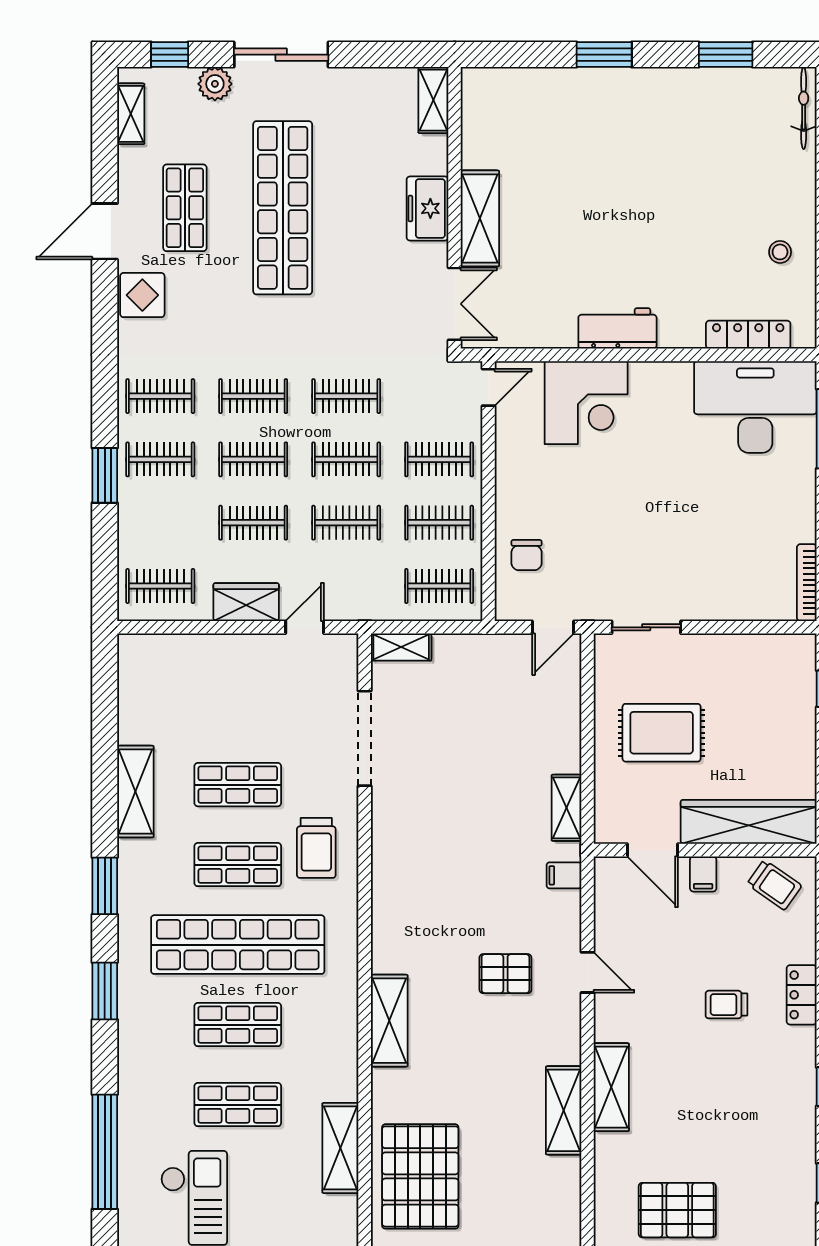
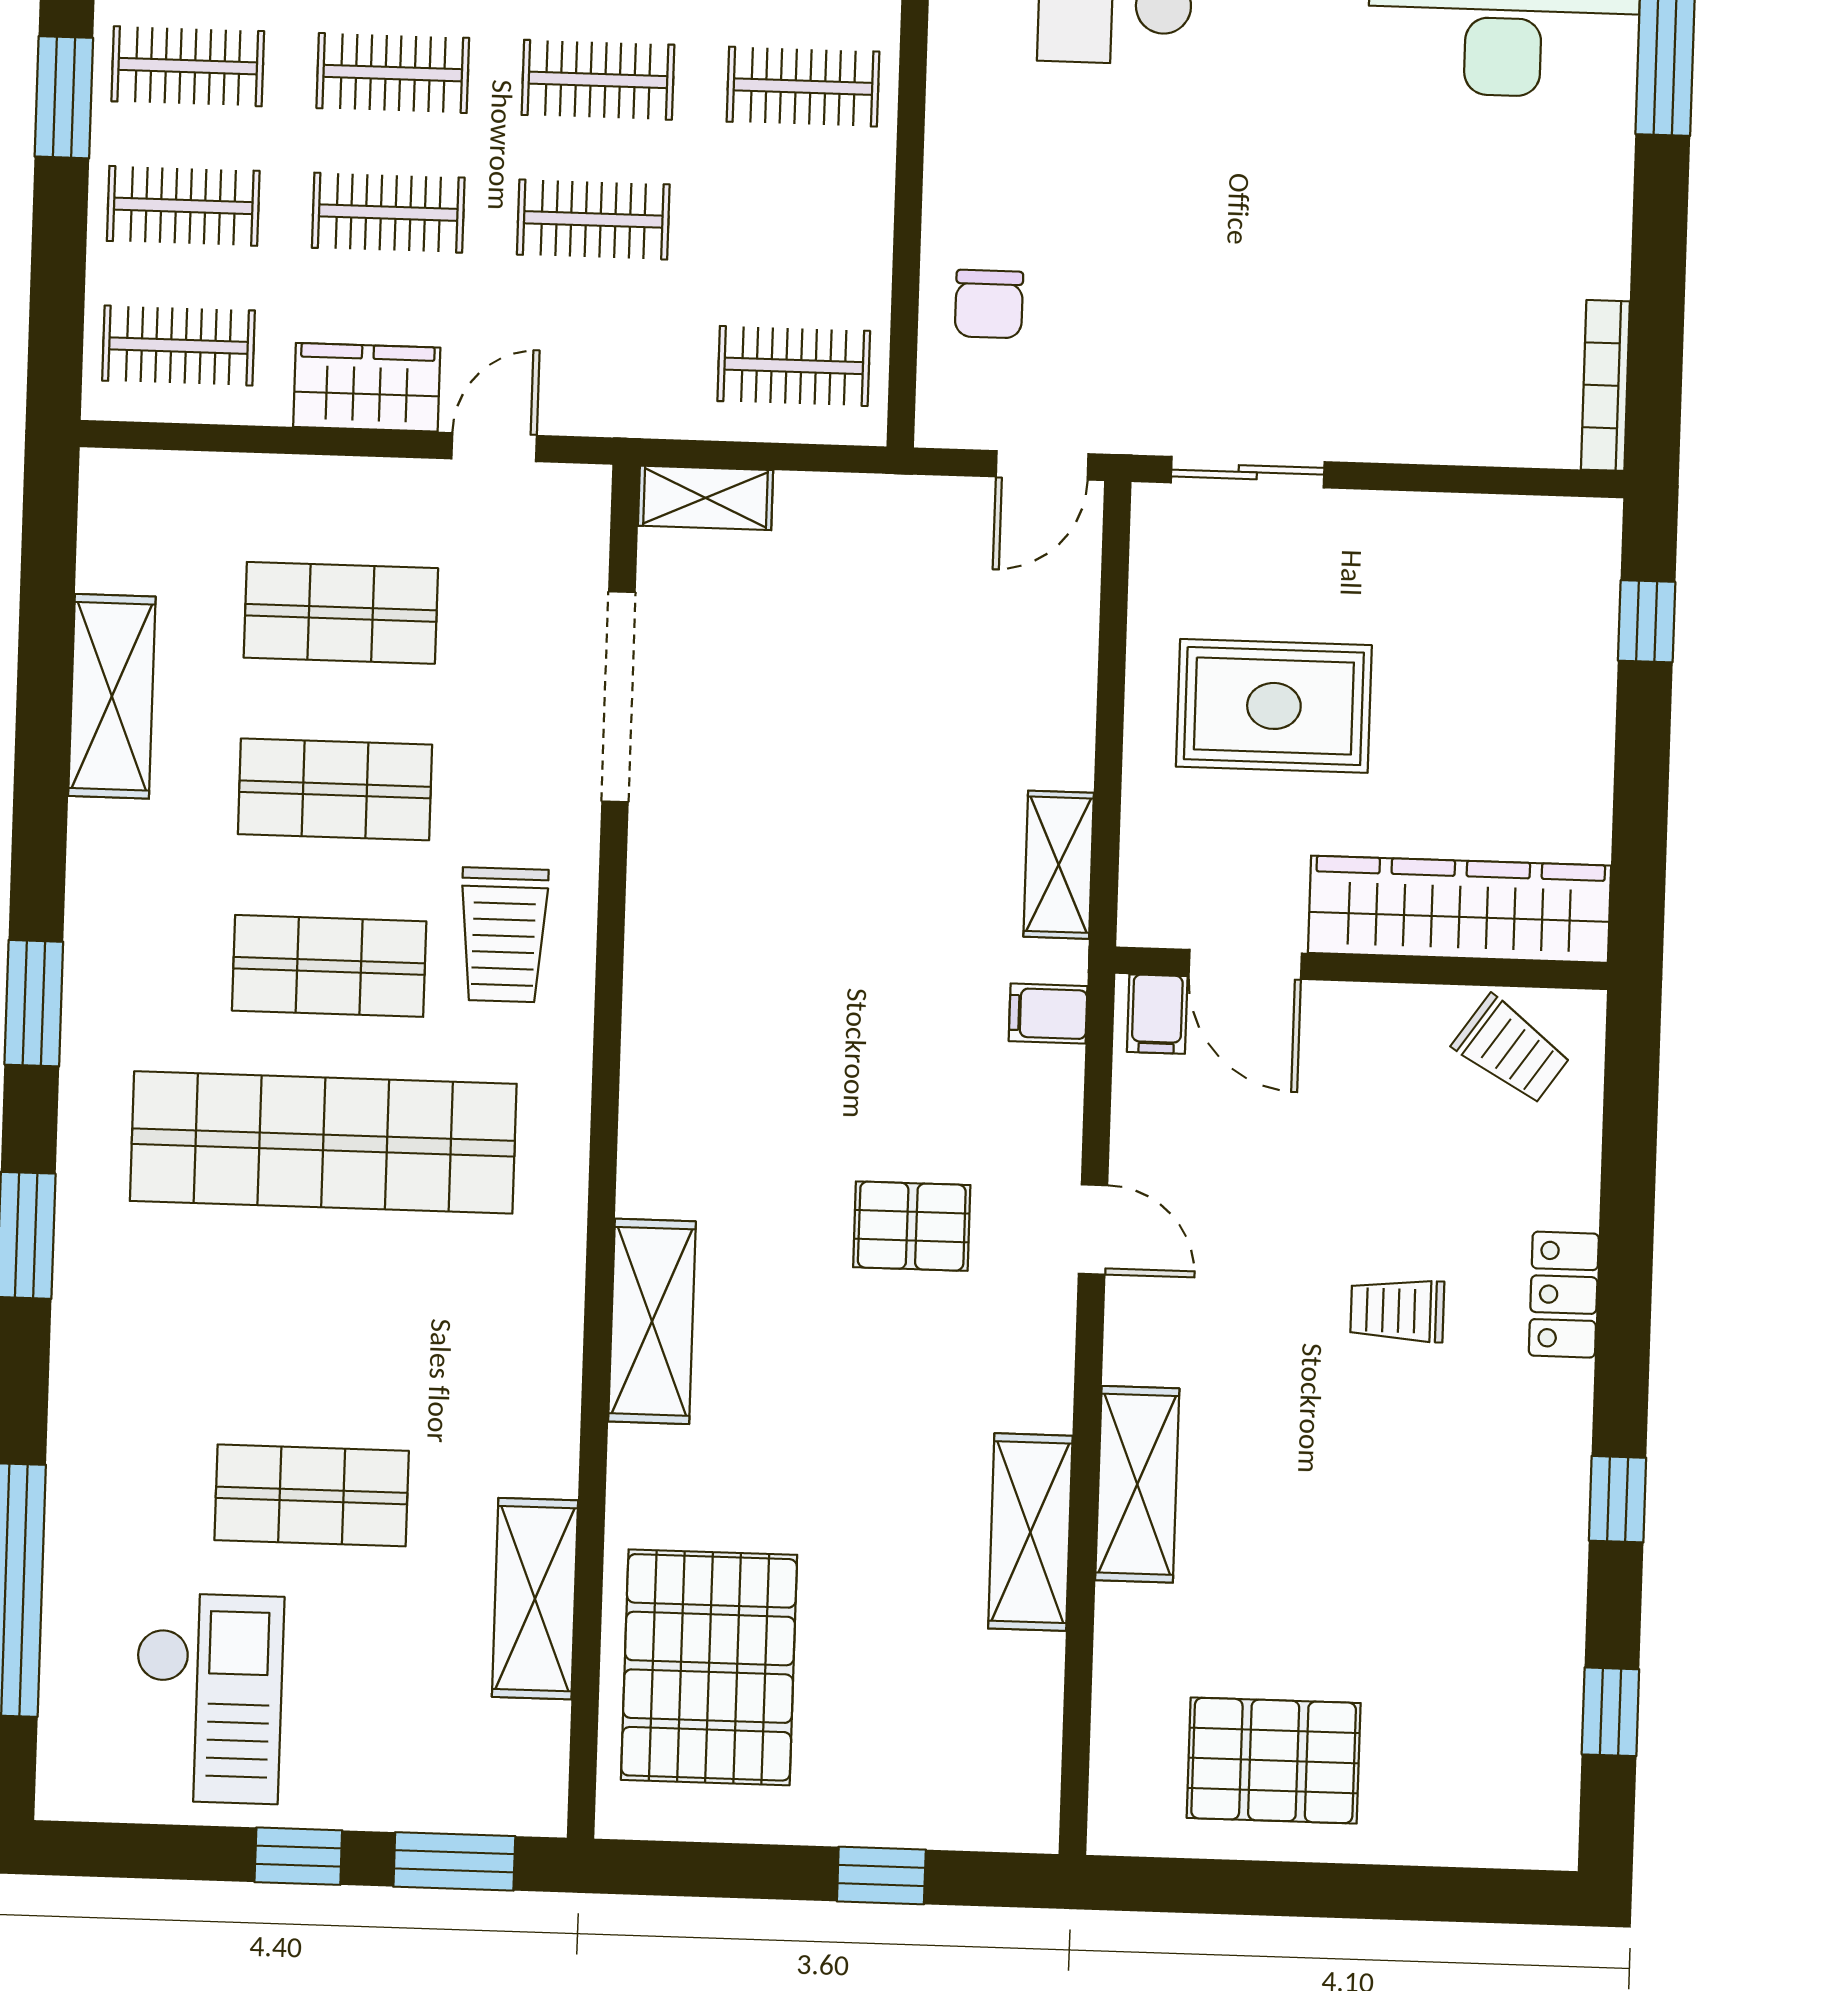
clothes rail: (439, 523) -> (183, 206), moved
shelving: (135, 792) -> (112, 696), moved
filing cabinet: (703, 874) -> (1157, 1014), moved
shop shelf: (238, 1025) -> (341, 613), moved

